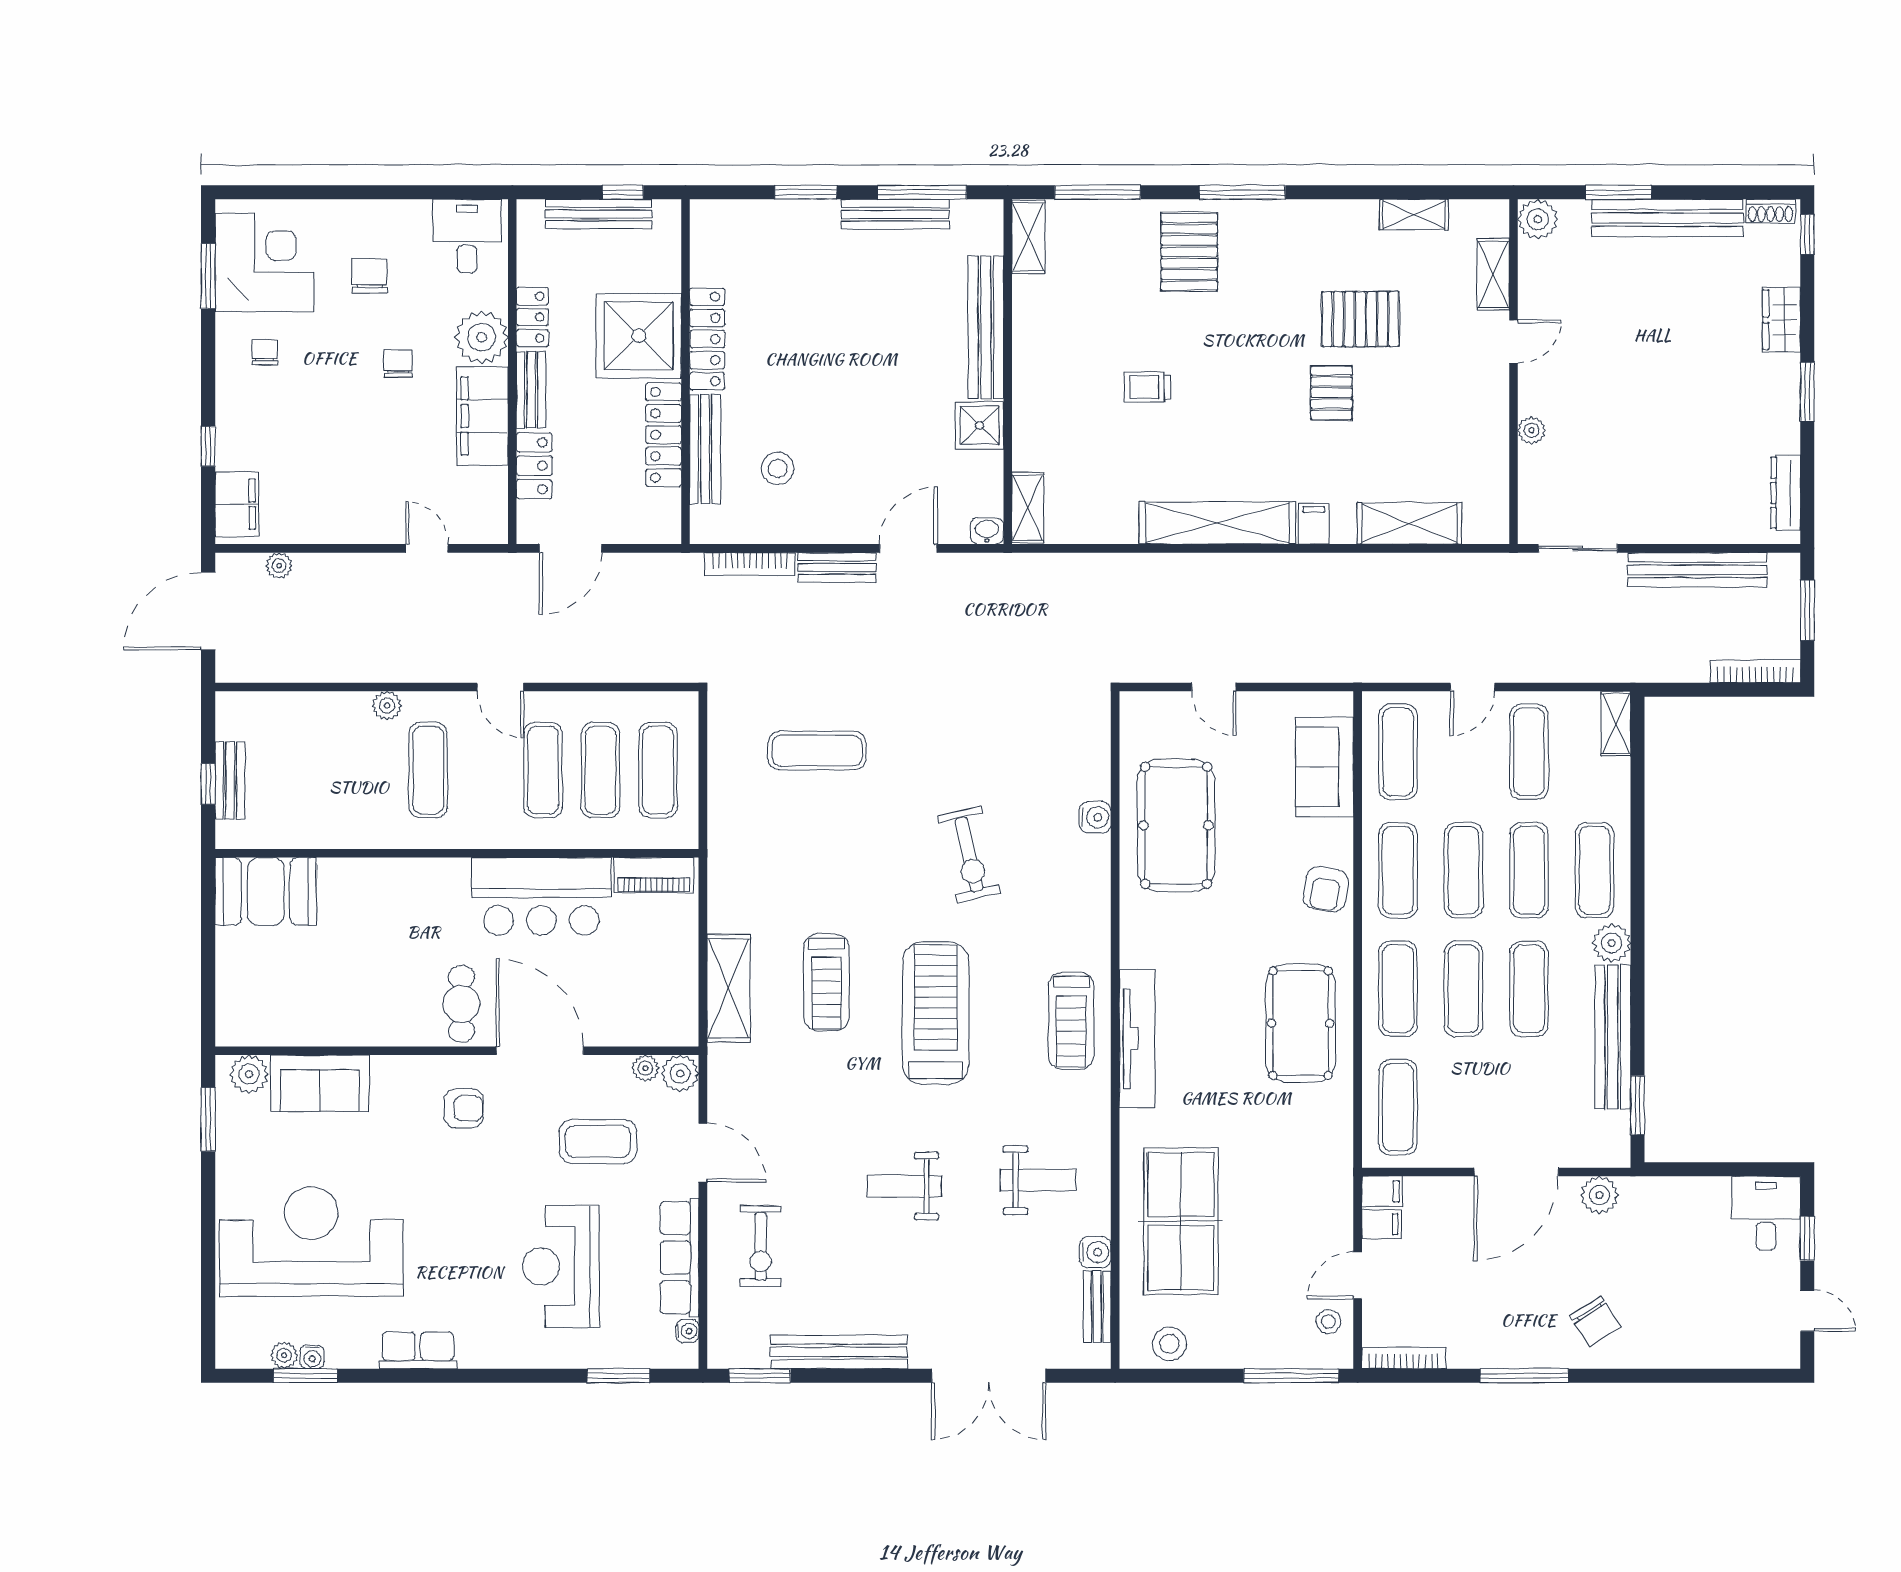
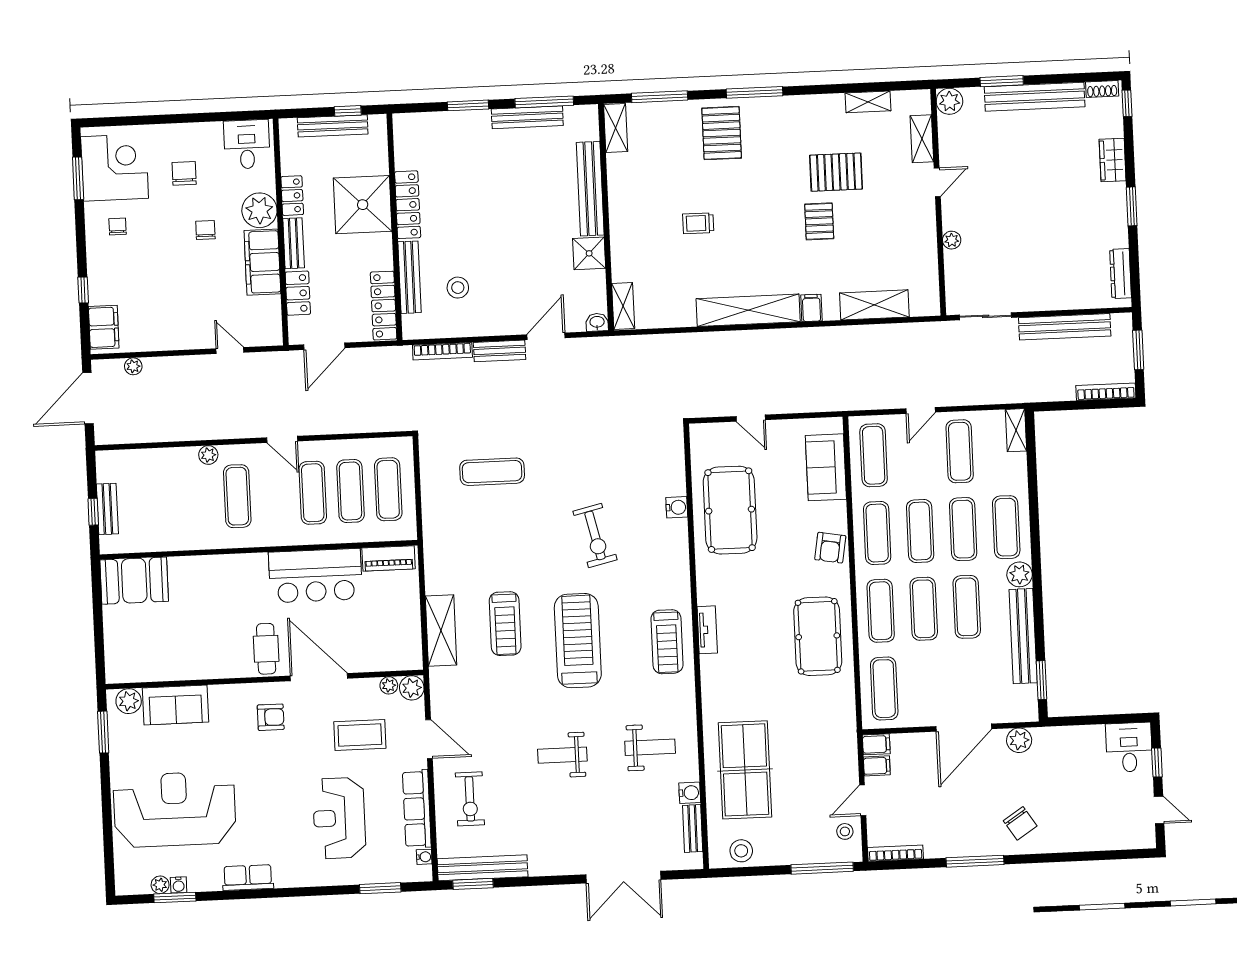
locker: (664, 435) -> (384, 306), moved
tv unit: (1137, 1039) -> (707, 630), width x0.52, depth x0.78
bench: (839, 1352) -> (483, 868), moved

